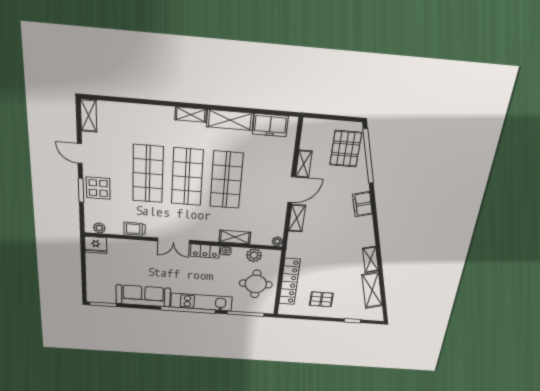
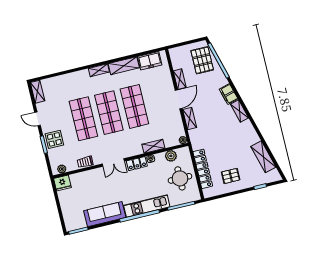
shelving: (370, 260) -> (240, 111), moved

